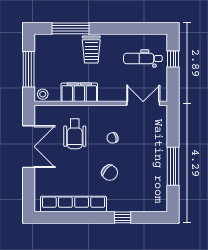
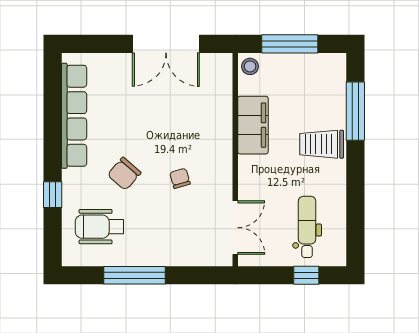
wheelchair: (75, 134) -> (99, 227), moved

